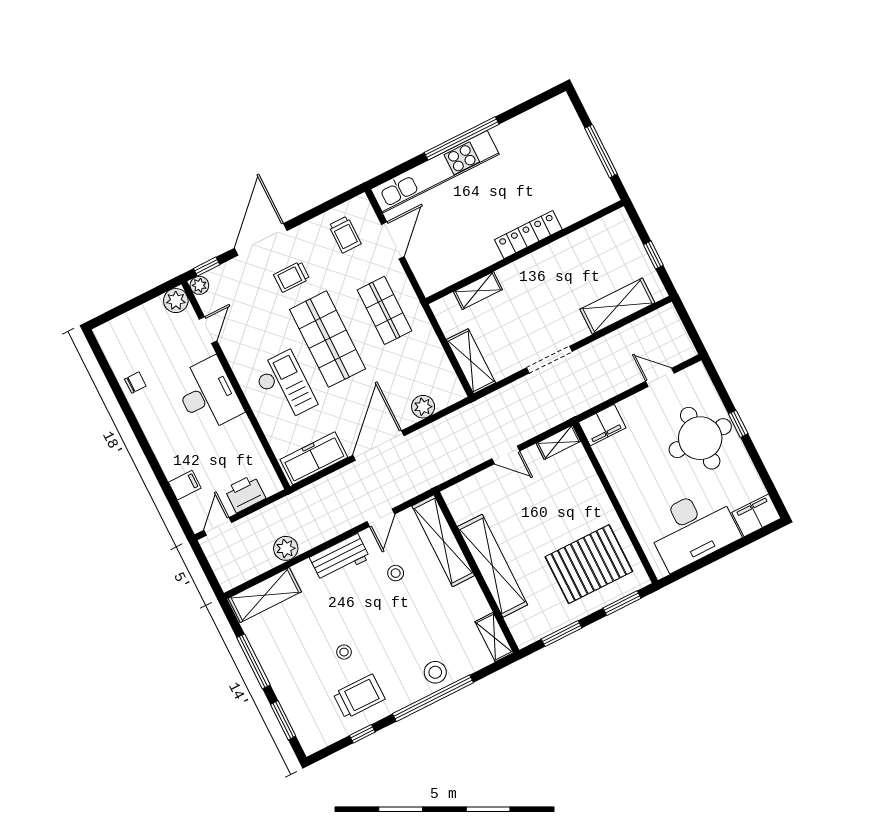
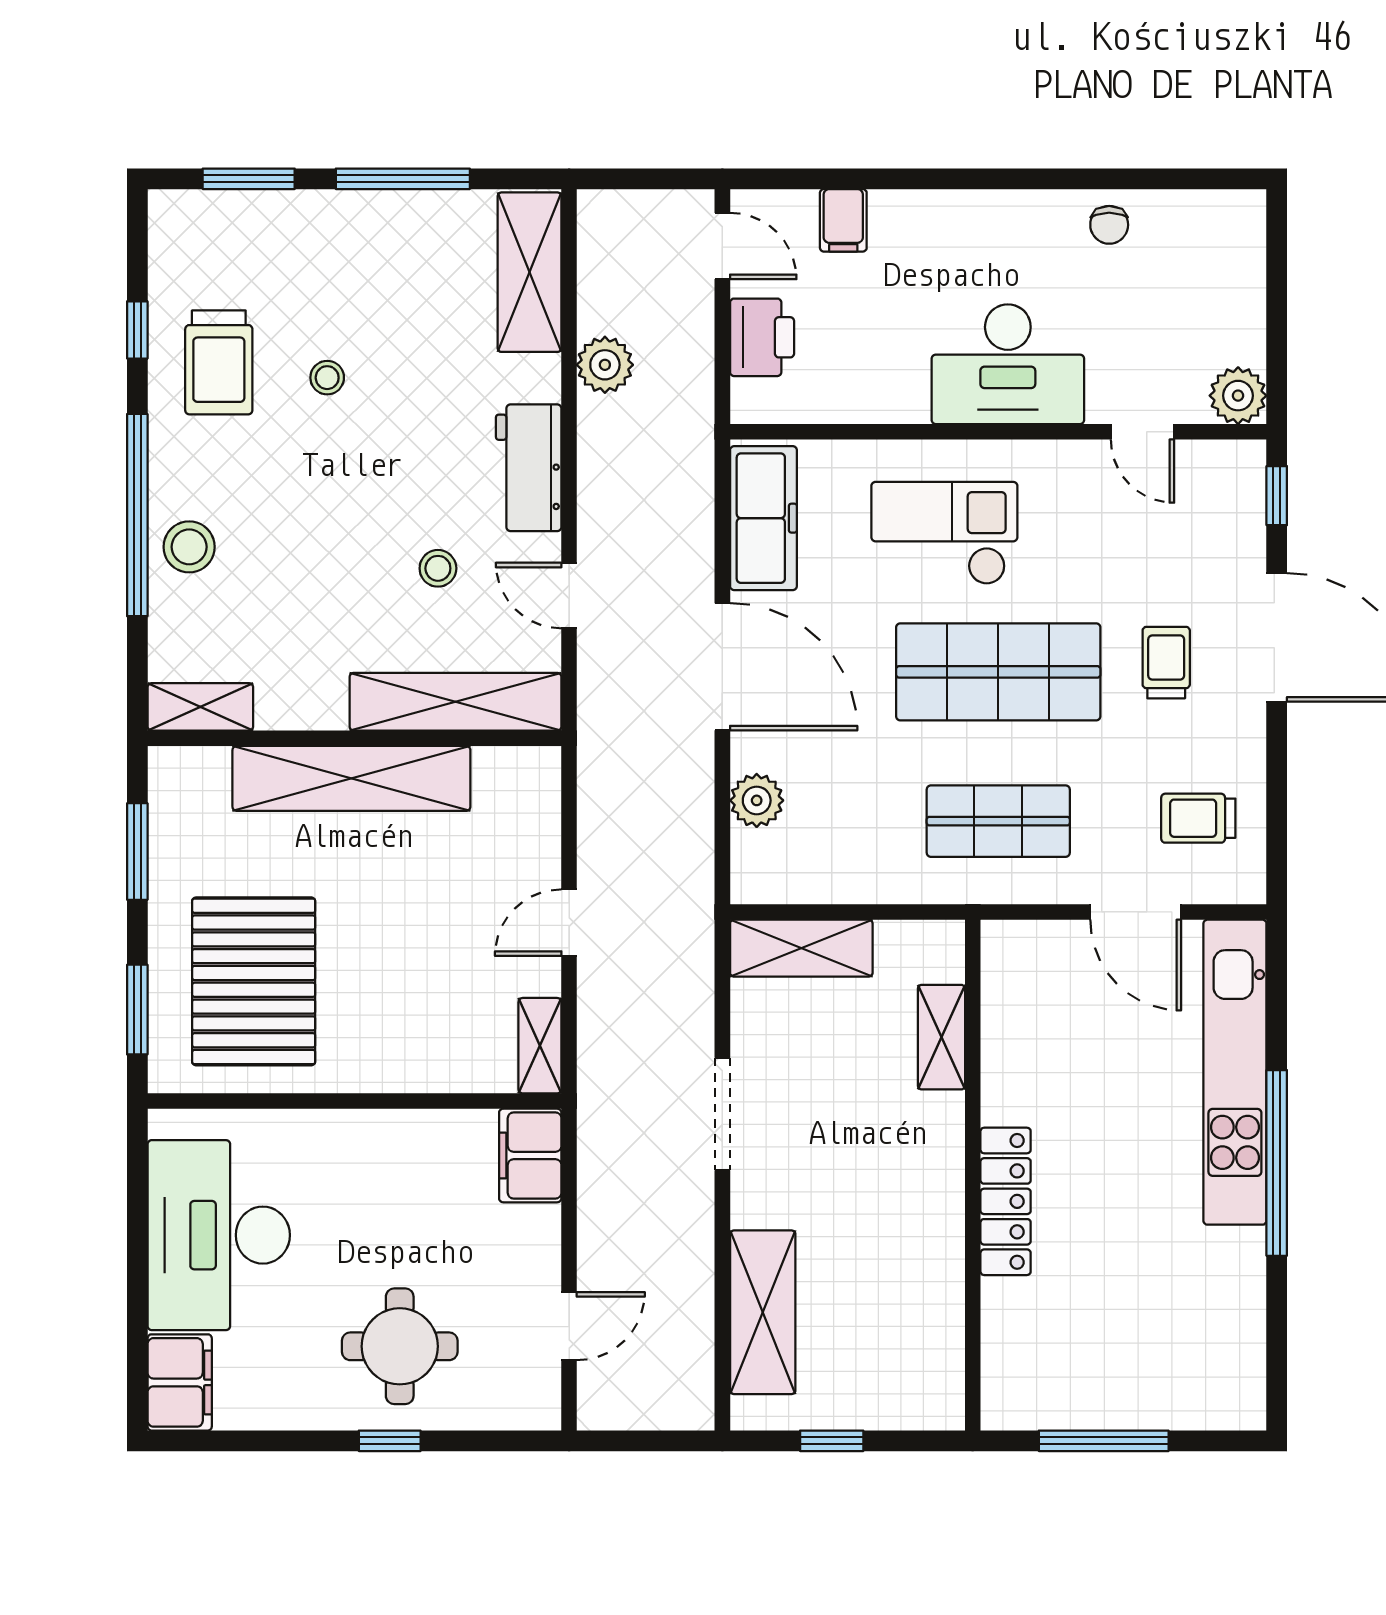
plant: (199, 285) -> (1245, 461), removed
checkout: (285, 386) -> (944, 533), turned 180
round table: (700, 438) -> (400, 1346), width x0.73, depth x0.73

